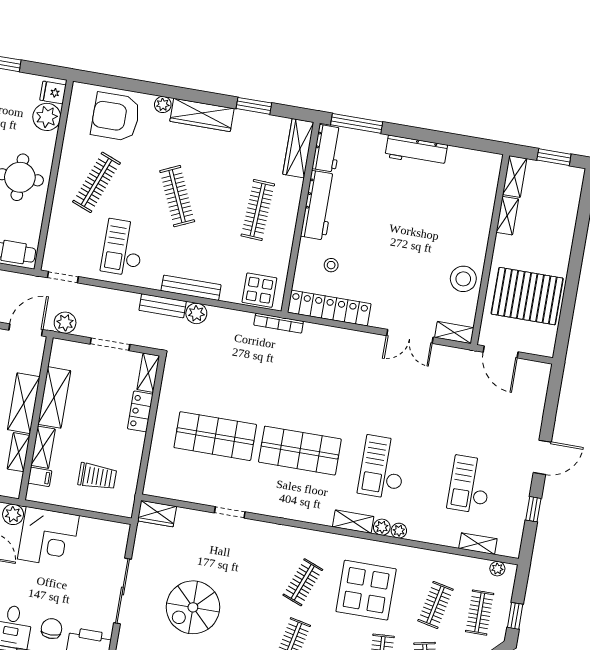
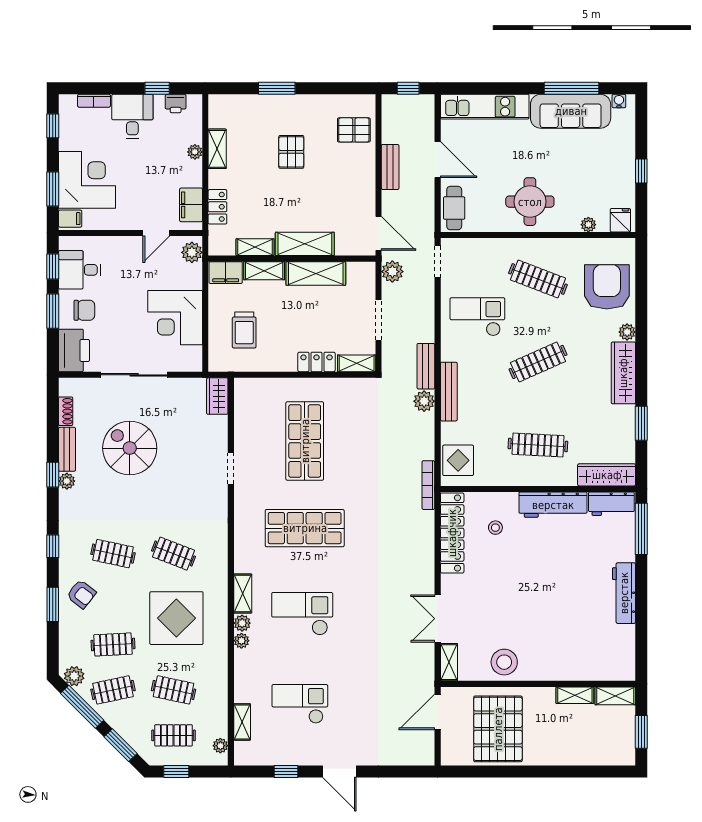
plant: (47, 117) -> (588, 225), width x0.53, depth x0.53
shop shelf: (300, 451) -> (305, 528), turned 90
filing cabinet: (40, 477) -> (226, 273), width x2.00
corner desk: (48, 537) -> (175, 318), moved

